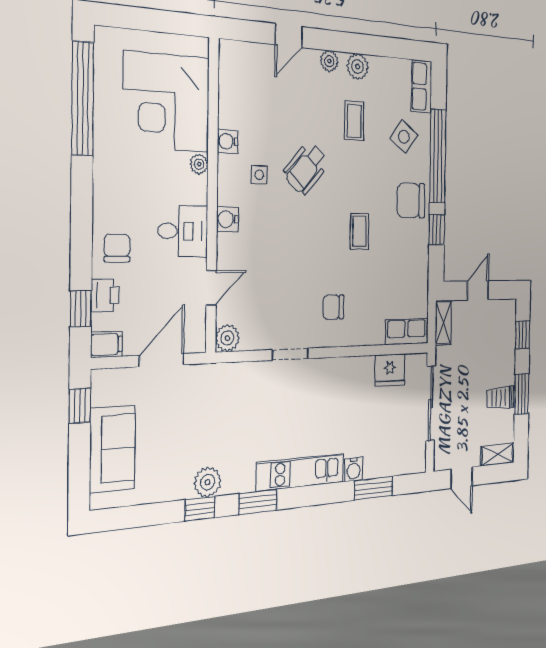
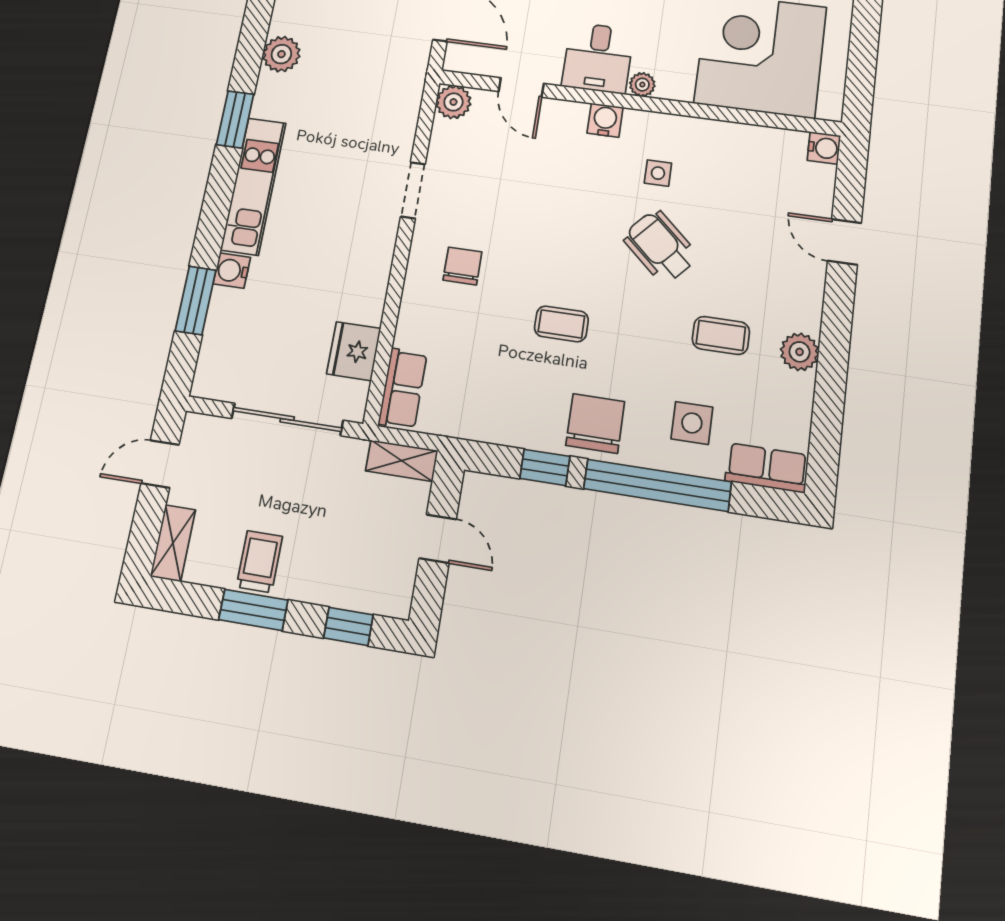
plant: (329, 61) -> (808, 304), removed
side table: (404, 137) -> (692, 423), turned -36
water cooler: (228, 141) -> (824, 148), moved, turned 90
plant: (199, 164) -> (642, 85), moved
window: (200, 509) -> (252, 40), removed

